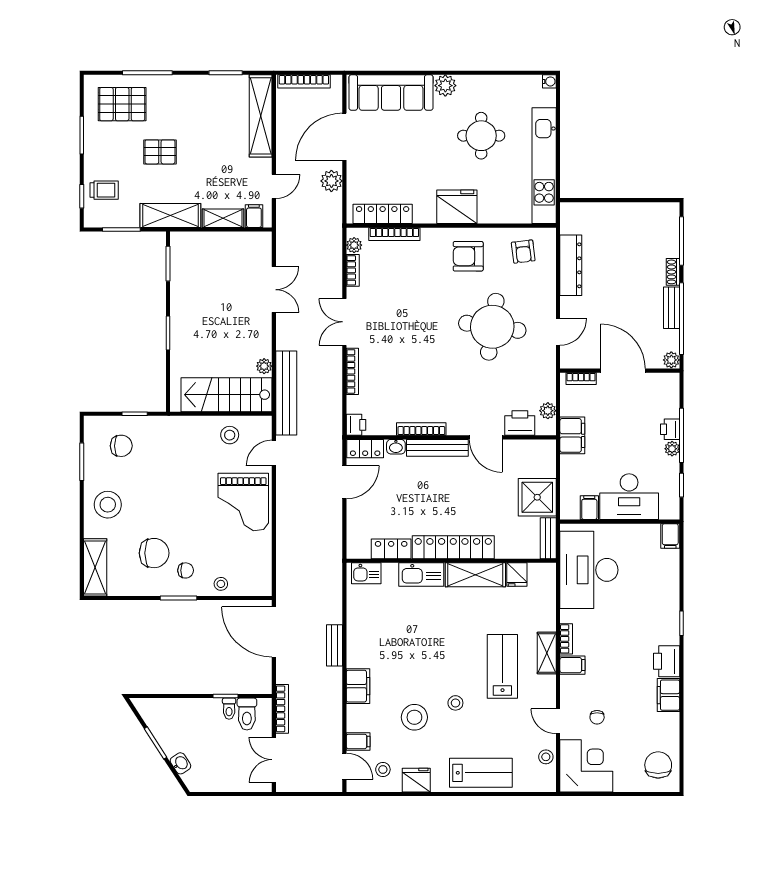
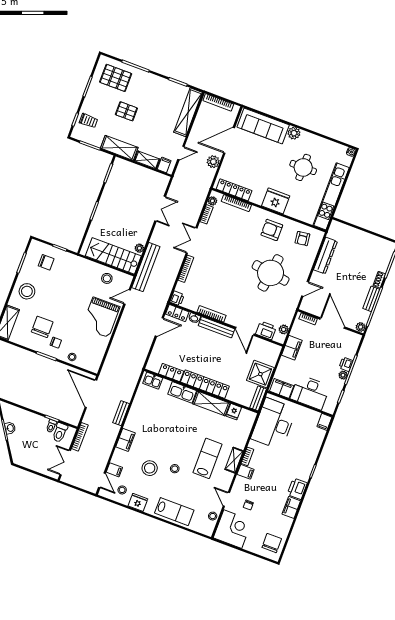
filing cabinet: (589, 508) -> (282, 388), width x2.00
chair: (154, 553) -> (42, 327), turned -90
washbasin: (180, 763) -> (10, 428), moved

